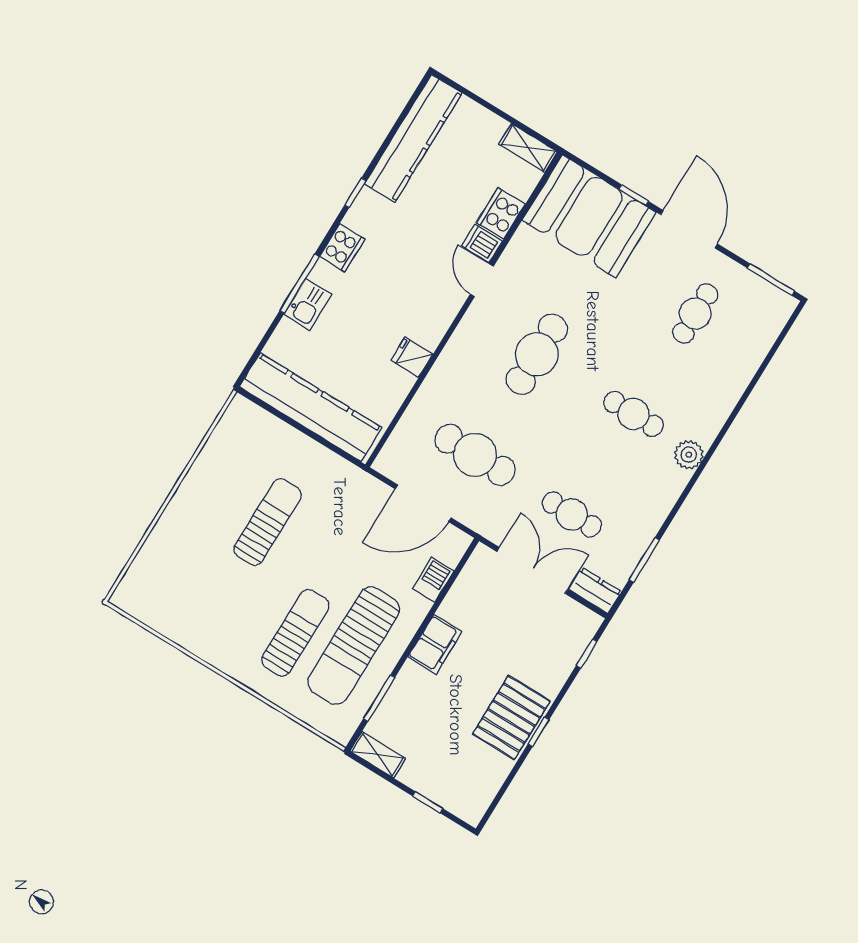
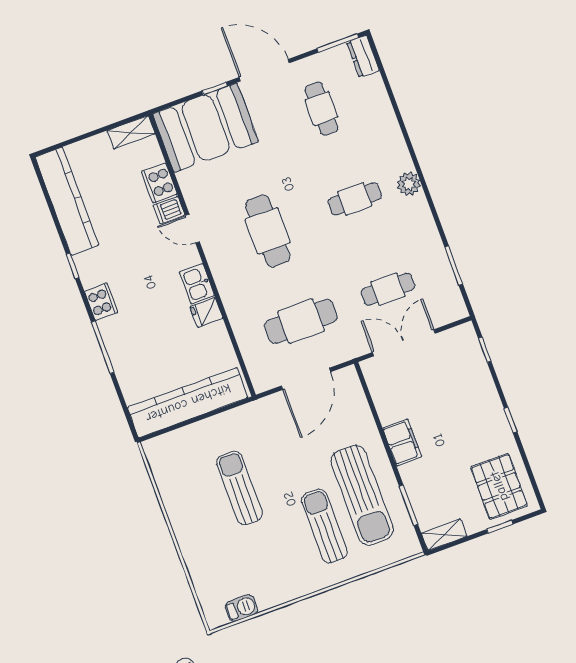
kitchen sink: (308, 304) -> (197, 284), moved, turned 180
barbecue: (433, 580) -> (241, 608), moved, turned 90
dresser: (595, 590) -> (363, 56), moved, turned -90
pallet: (511, 718) -> (499, 486), moved

